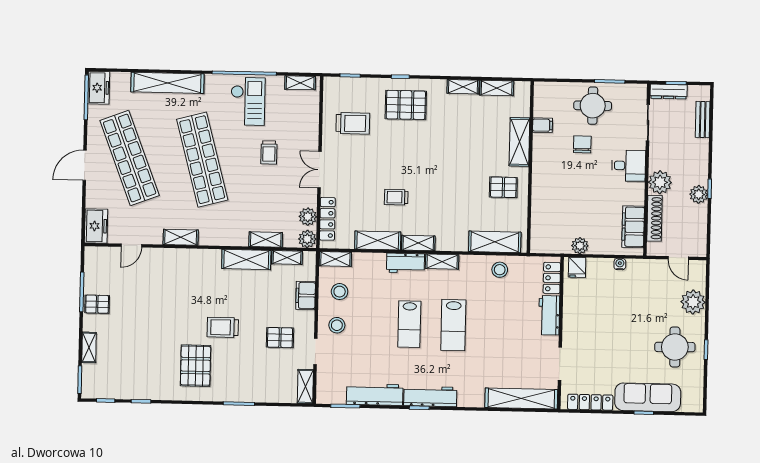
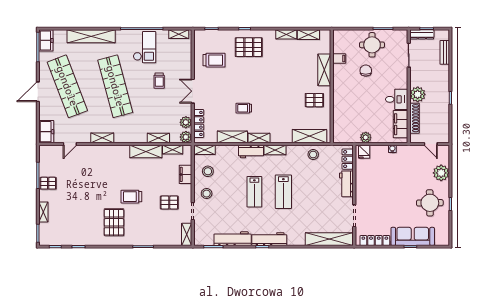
desk: (629, 166) -> (397, 99), moved
plant: (699, 194) -> (443, 102), removed

